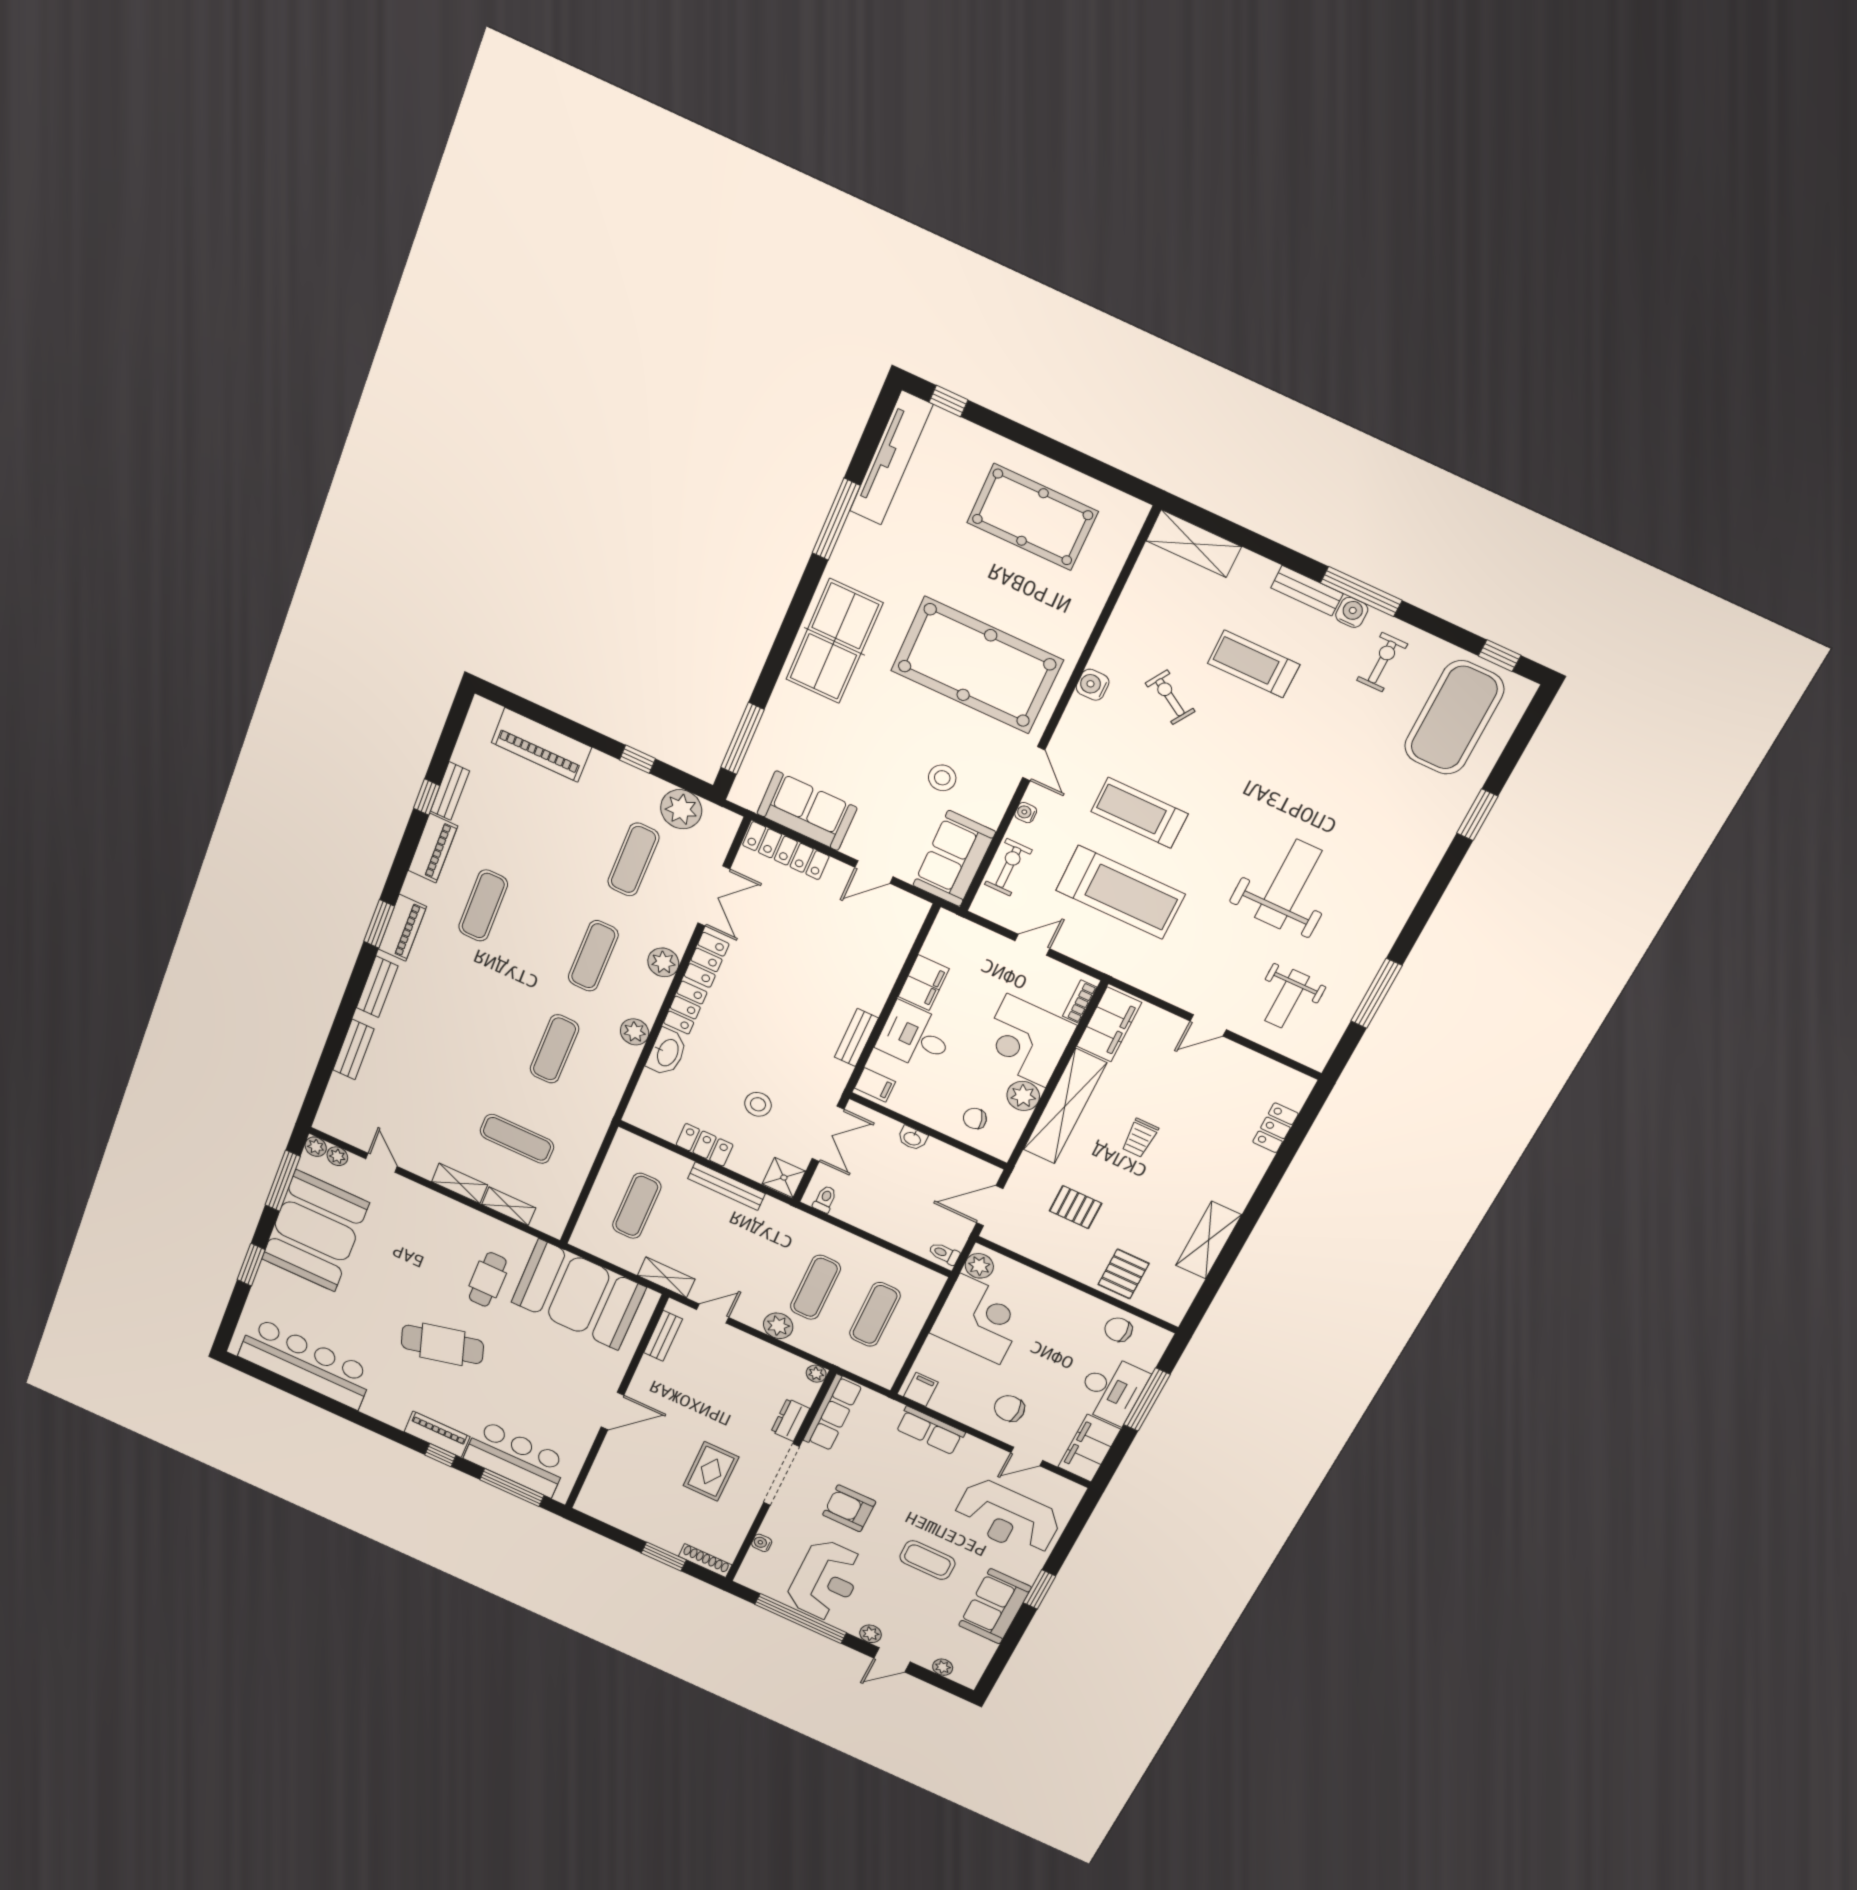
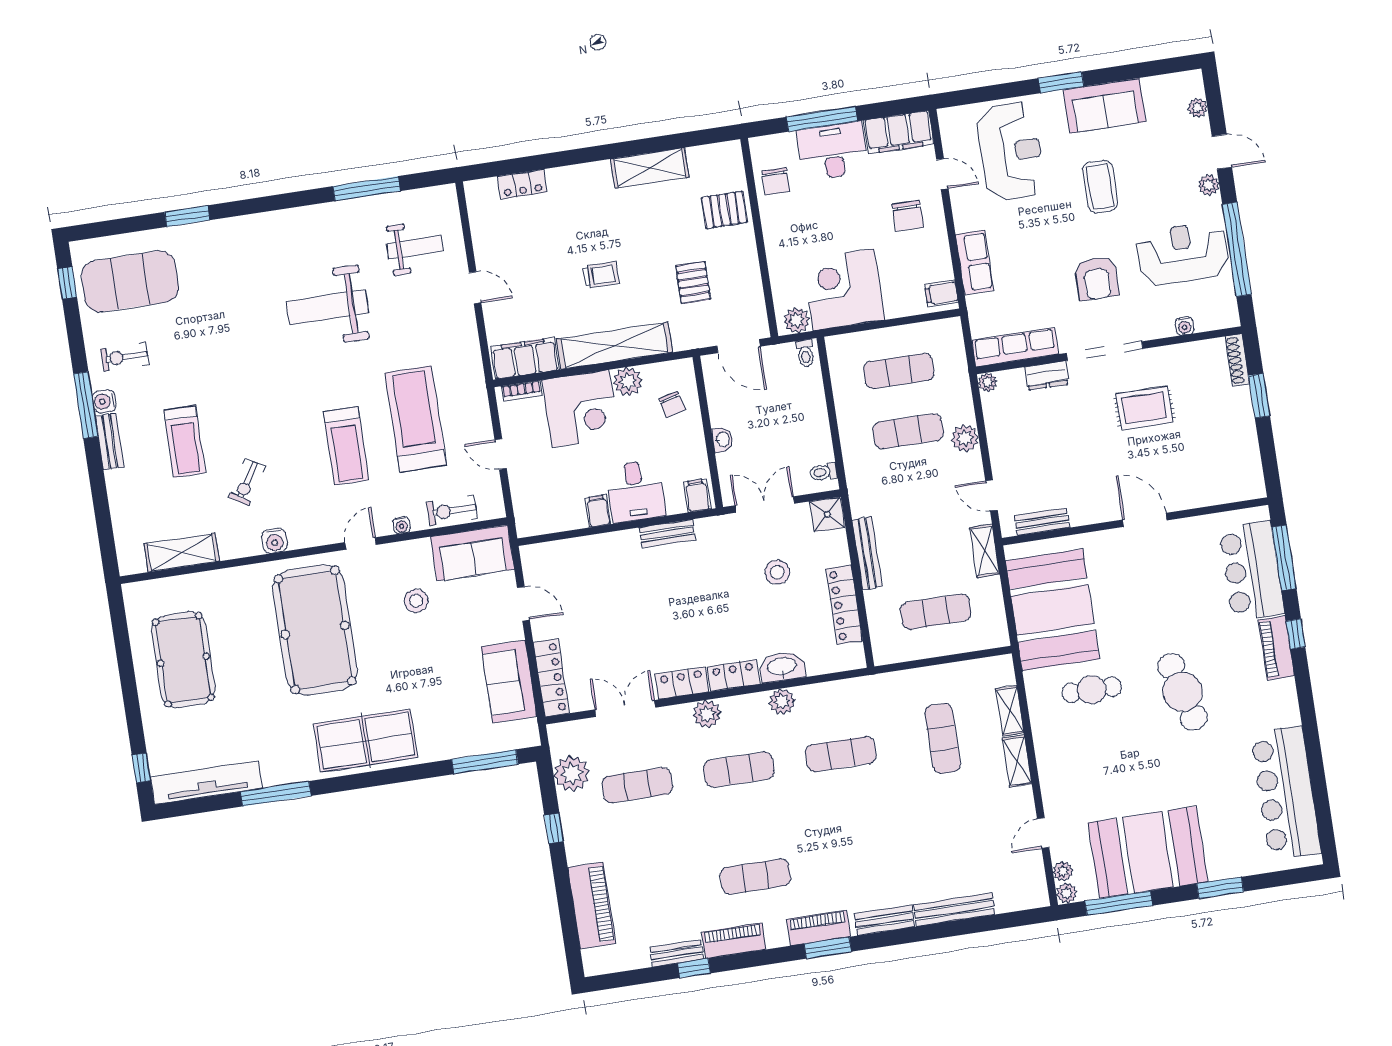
shelving: (1194, 544) -> (182, 553), moved, turned 90
filing cabinet: (924, 983) -> (598, 511), width x0.50
bench: (353, 1049) -> (954, 910), width x1.36
locker: (705, 1145) -> (844, 605), width x1.53

